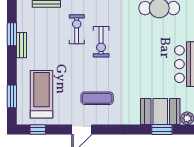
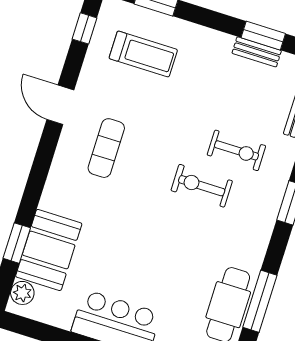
bench: (22, 45) -> (257, 52), moved
treadmill: (42, 94) -> (143, 54), width x0.73, depth x0.73

